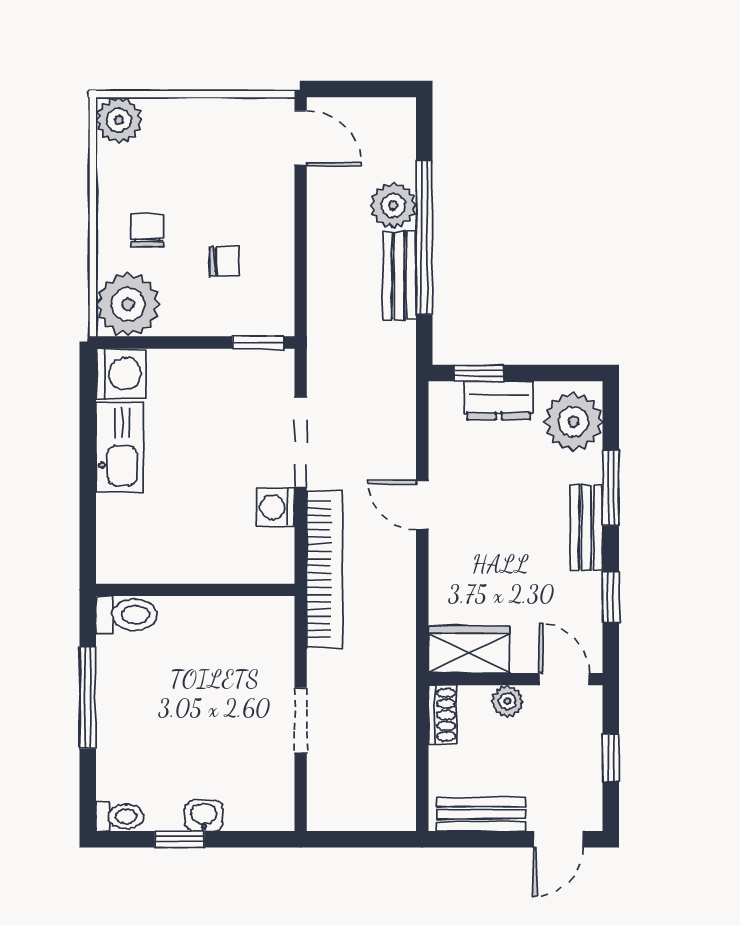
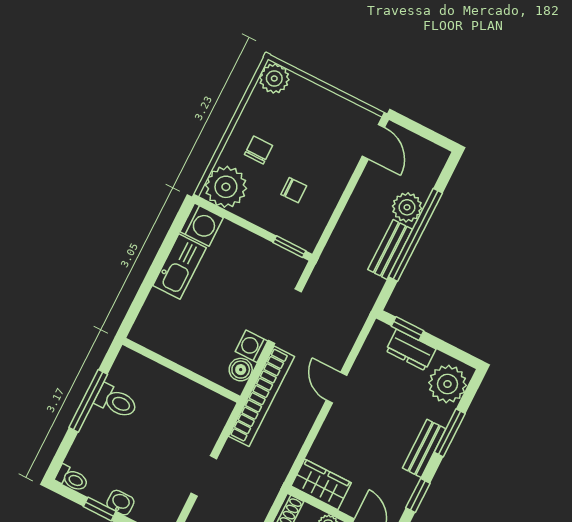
boiler: (277, 547) -> (241, 370), added
toilet: (127, 615) -> (116, 401), moved

